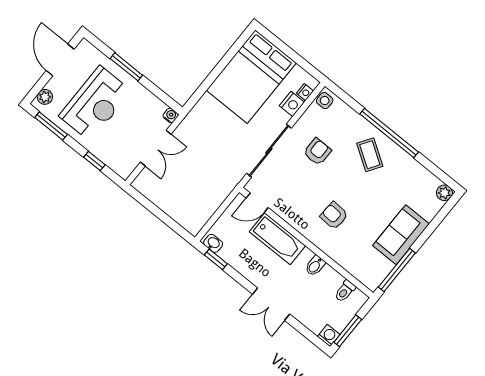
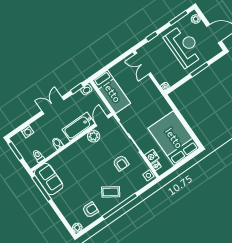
reception desk: (95, 104) -> (184, 46), turned 180
double door: (156, 148) -> (143, 64), moved
bed: (205, 201) -> (112, 92), added
plant: (286, 209) -> (94, 136), added
armchair: (334, 216) -> (90, 210), moved
sofa: (401, 235) -> (49, 179), moved
double door: (271, 304) -> (53, 105), moved
washing machine: (329, 336) -> (27, 132), moved

